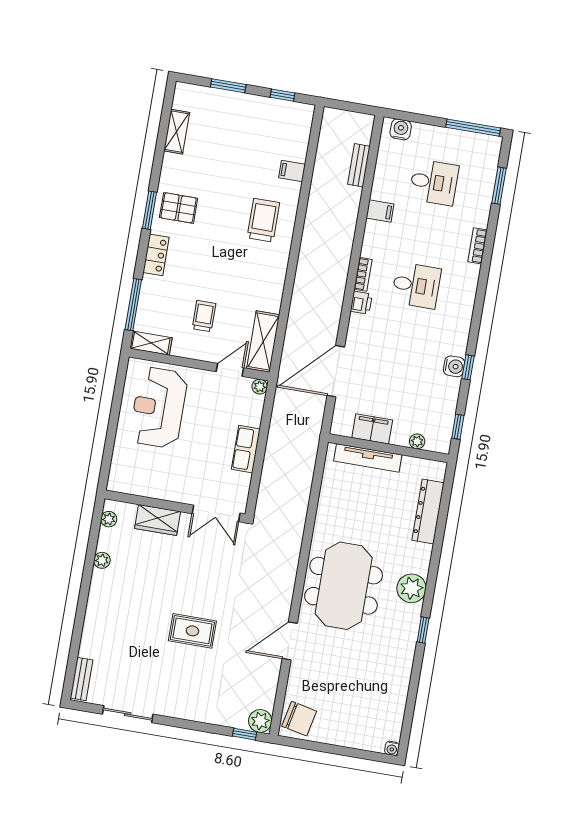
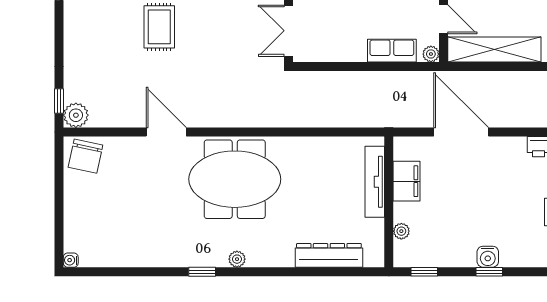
shelving: (263, 342) -> (494, 49), width x1.47
row of seats: (246, 449) -> (392, 51), moved
plant: (411, 588) -> (237, 259), width x0.53, depth x0.53

